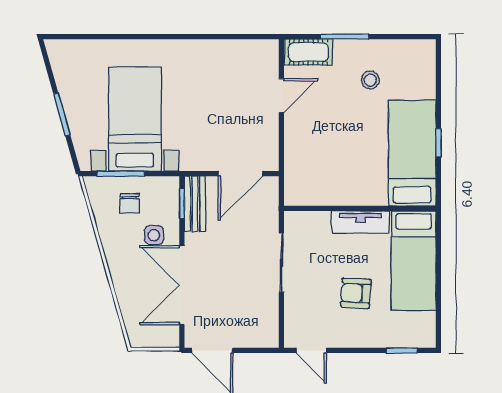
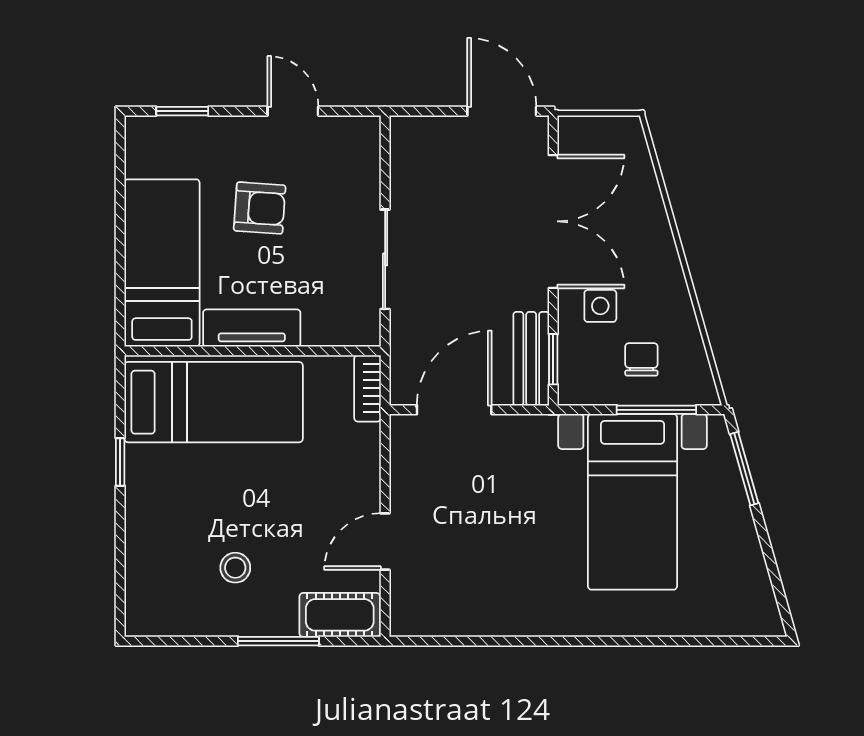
window: (62, 114) -> (744, 469), moved
bed: (412, 153) -> (214, 402), moved, turned -90
bookcase: (292, 186) -> (368, 388), added
door: (311, 350) -> (293, 111), moved

